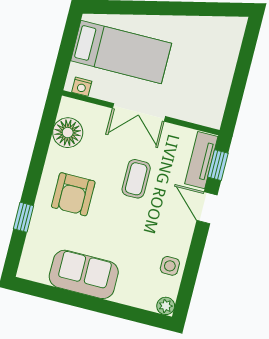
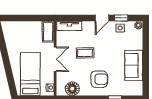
cot: (200, 112) -> (48, 32), added
window: (218, 165) -> (121, 18), moved
door: (207, 208) -> (102, 18), moved

